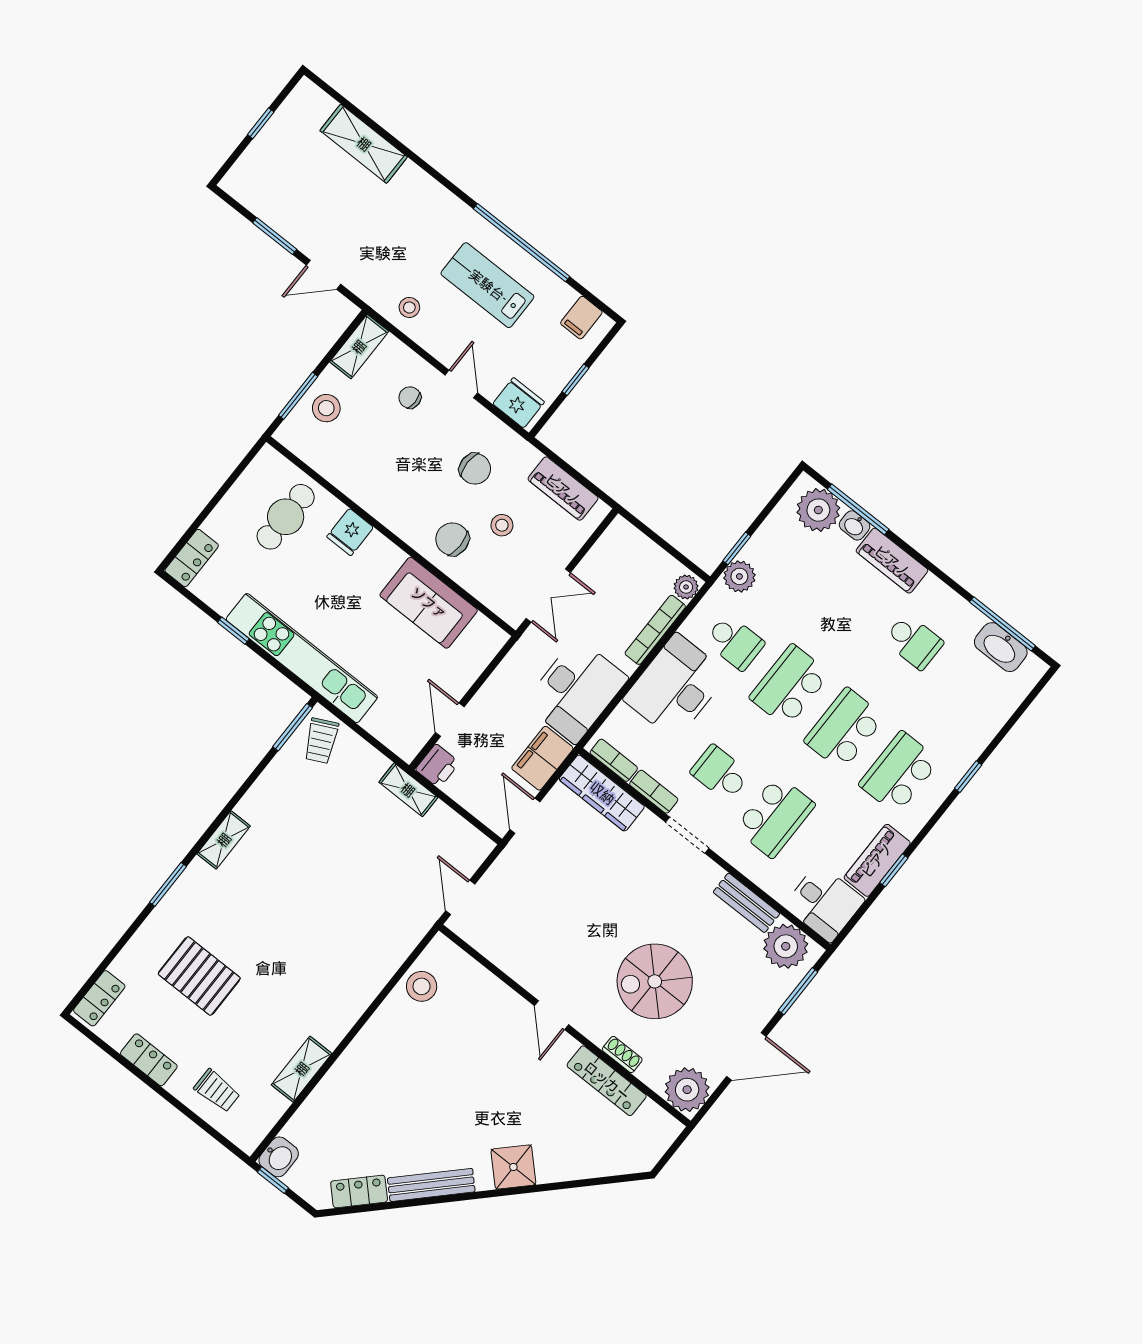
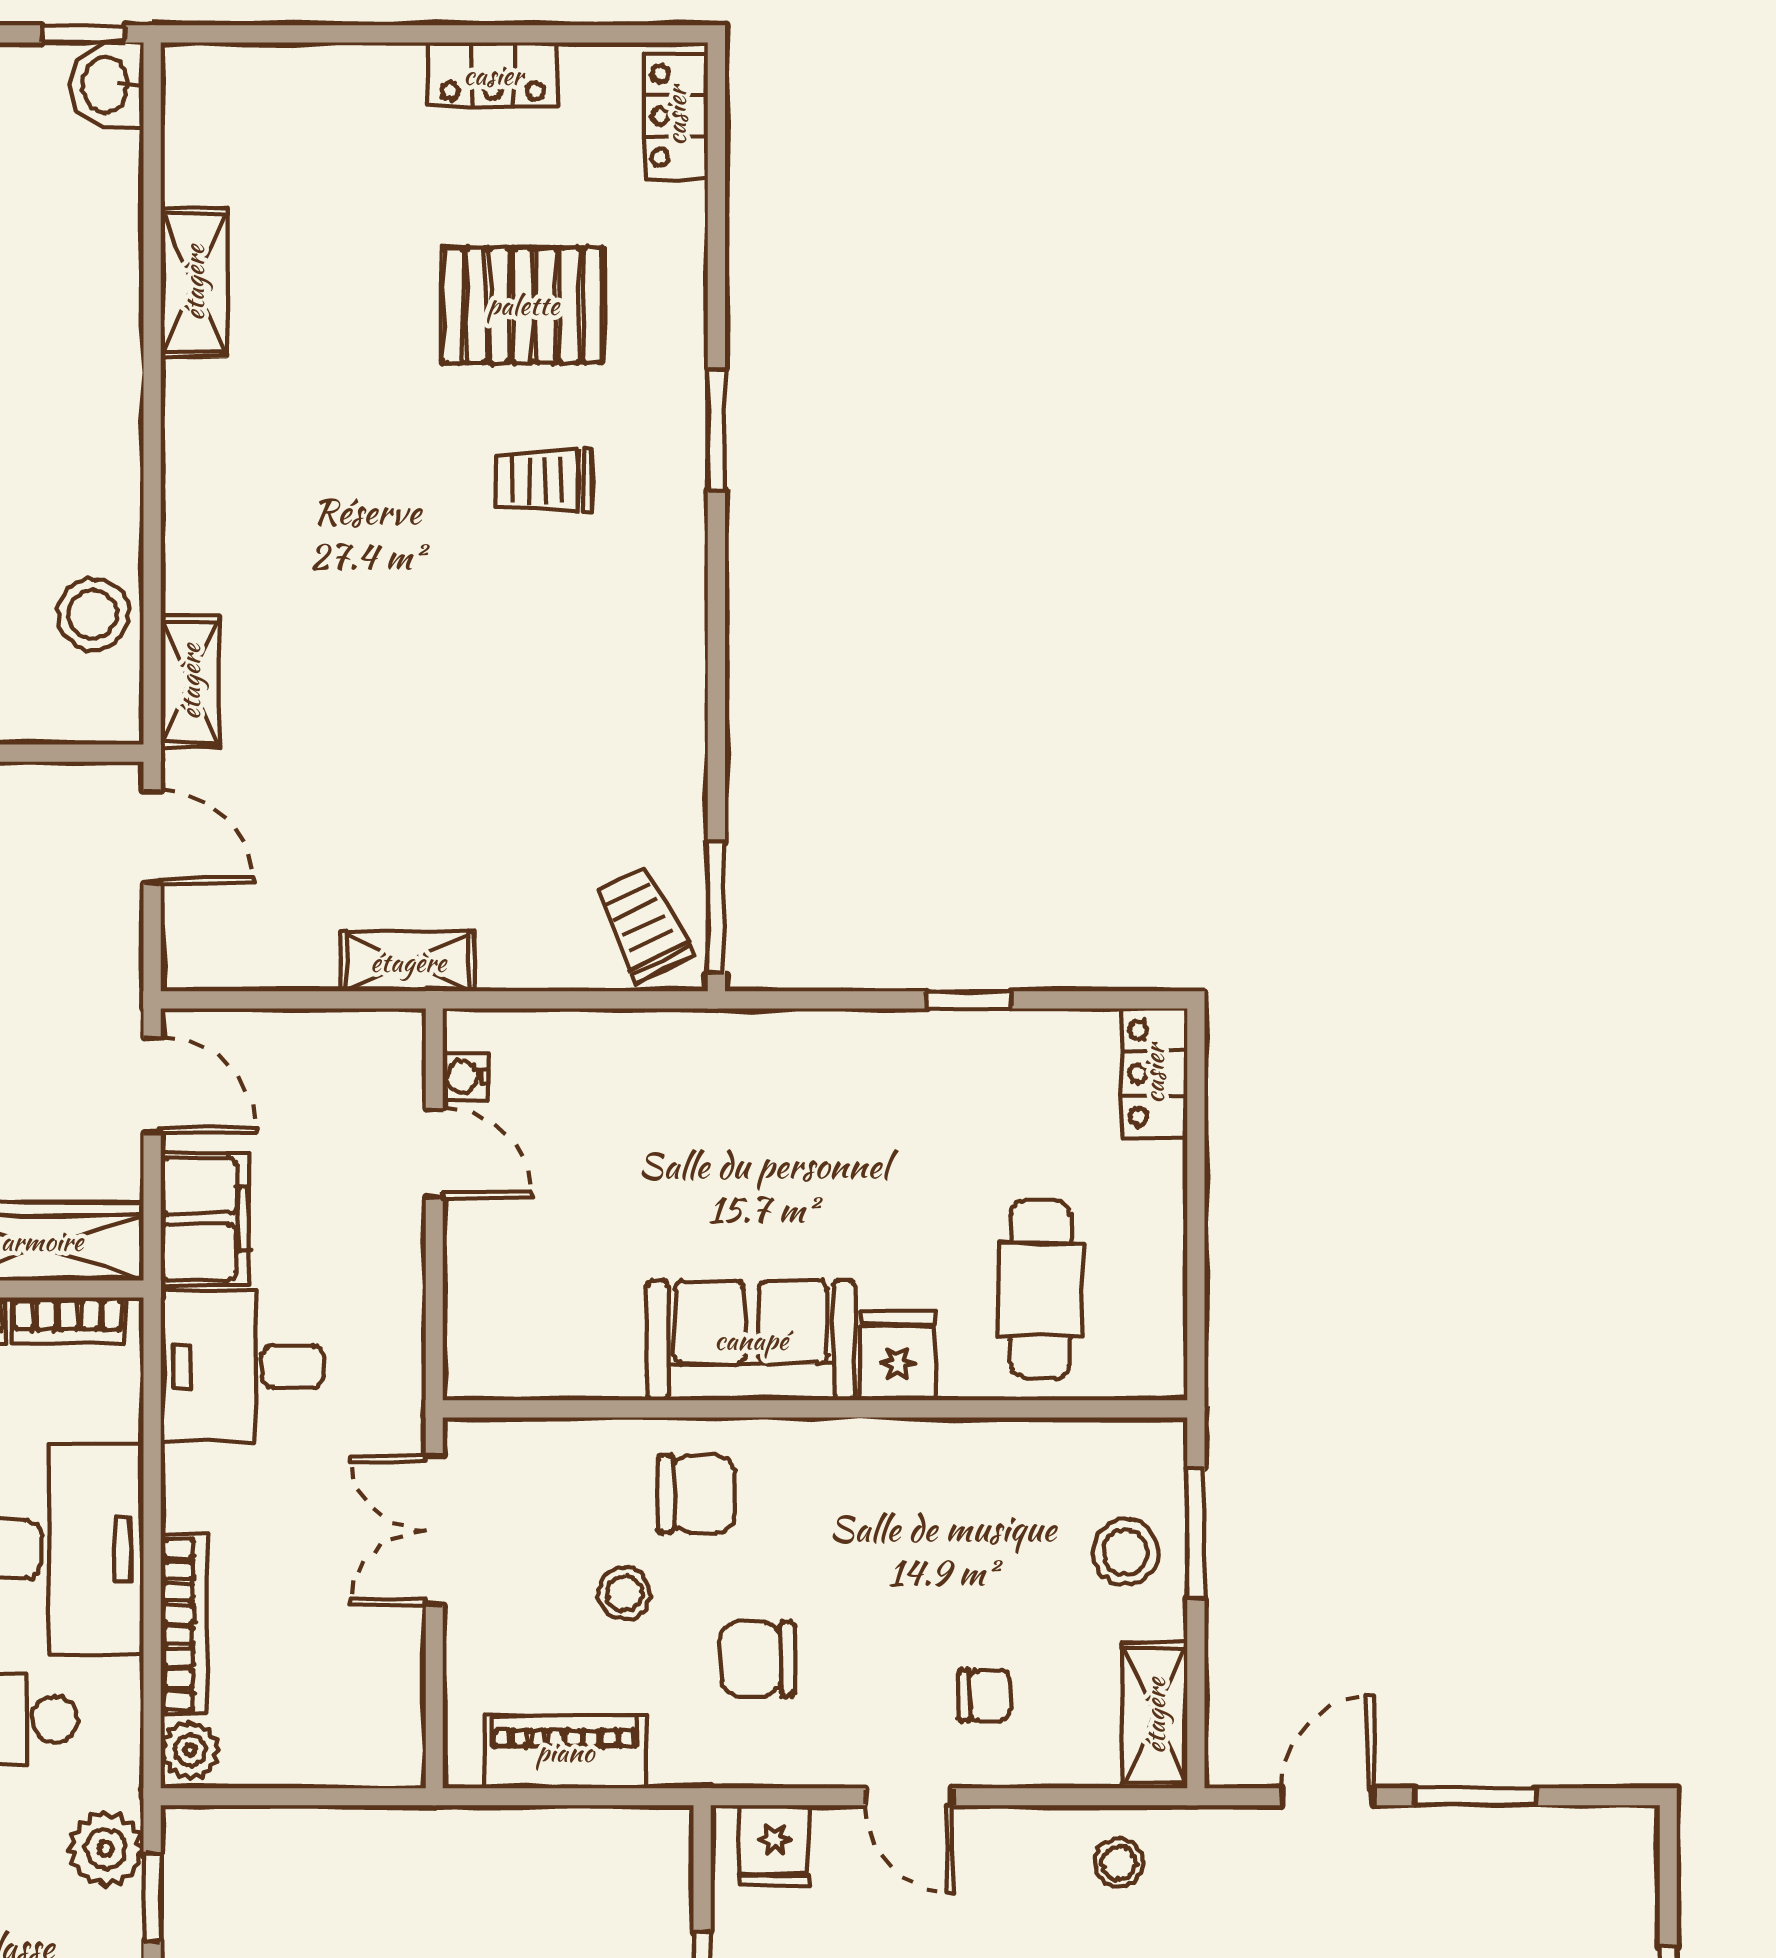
fridge: (519, 403) -> (774, 1846), width x0.72
sofa: (429, 603) -> (751, 1340), moved
kitchen unit: (302, 658) -> (801, 1050), removed
desk: (576, 691) -> (242, 1366), width x0.73
water cooler: (419, 737) -> (466, 1077), added
printer: (437, 766) -> (389, 1049), removed
shelving: (224, 840) -> (190, 682), moved
trolley: (217, 1091) -> (544, 480), moved

